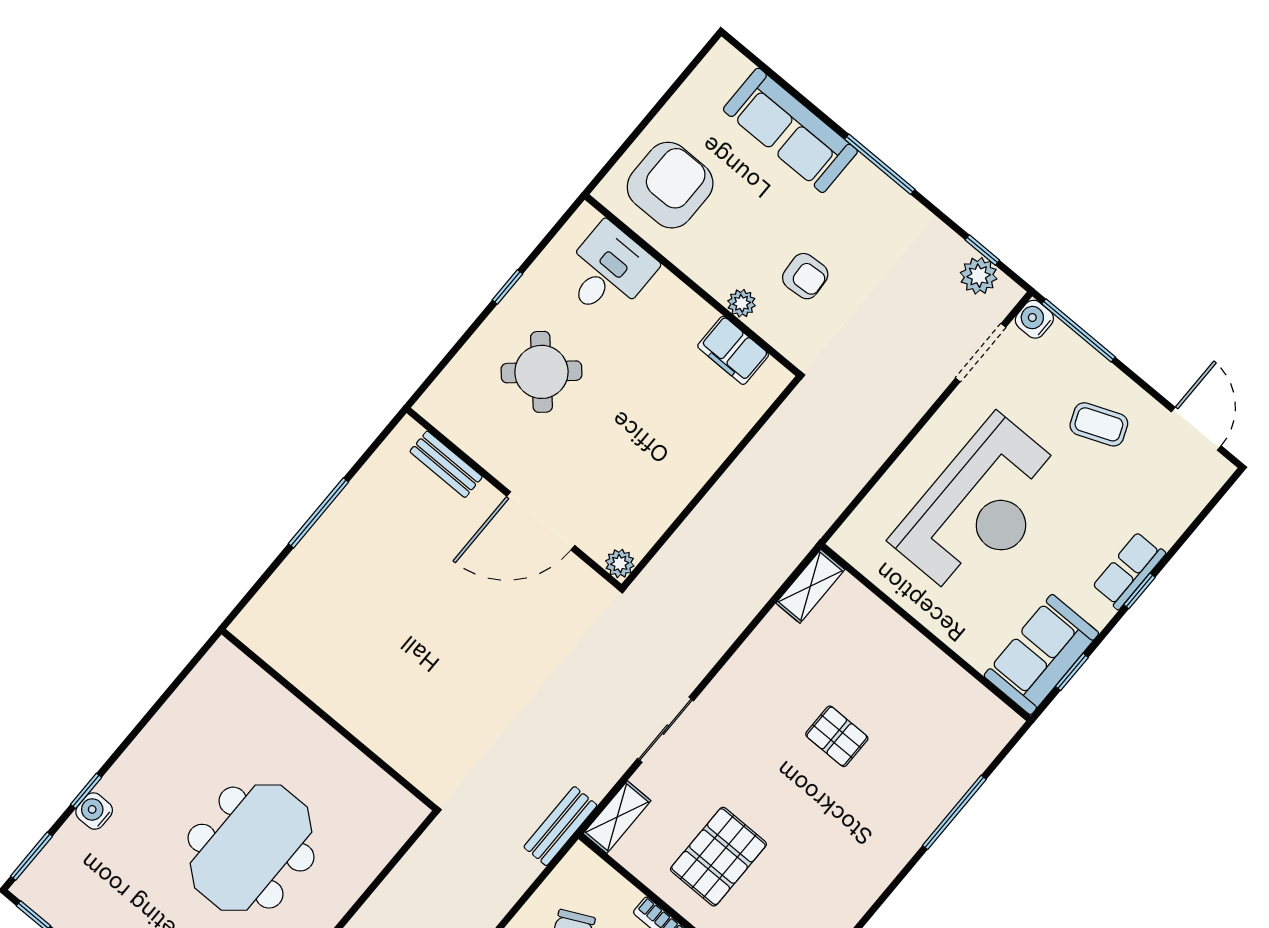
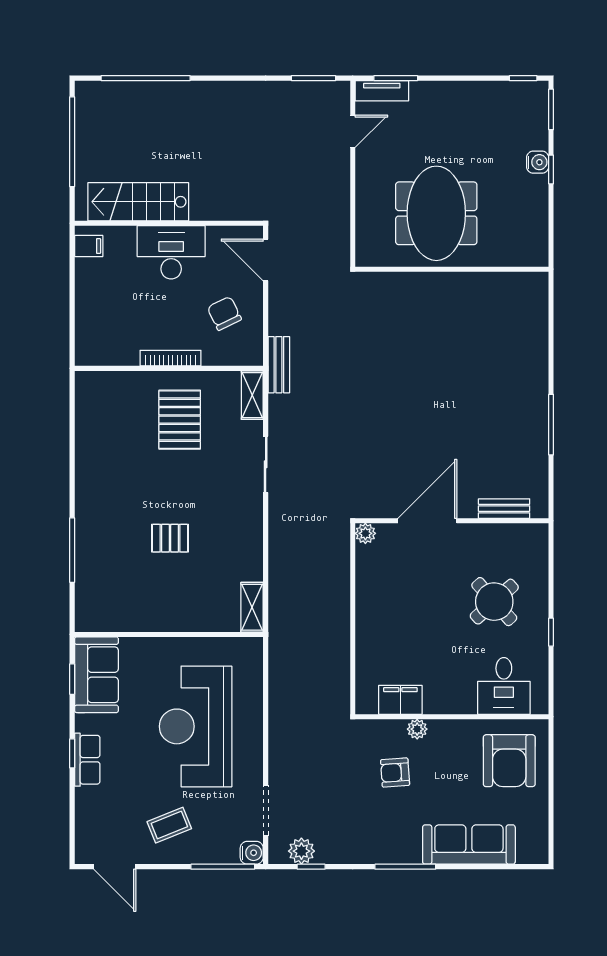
wall: (329, 720) -> (452, 269), moved

